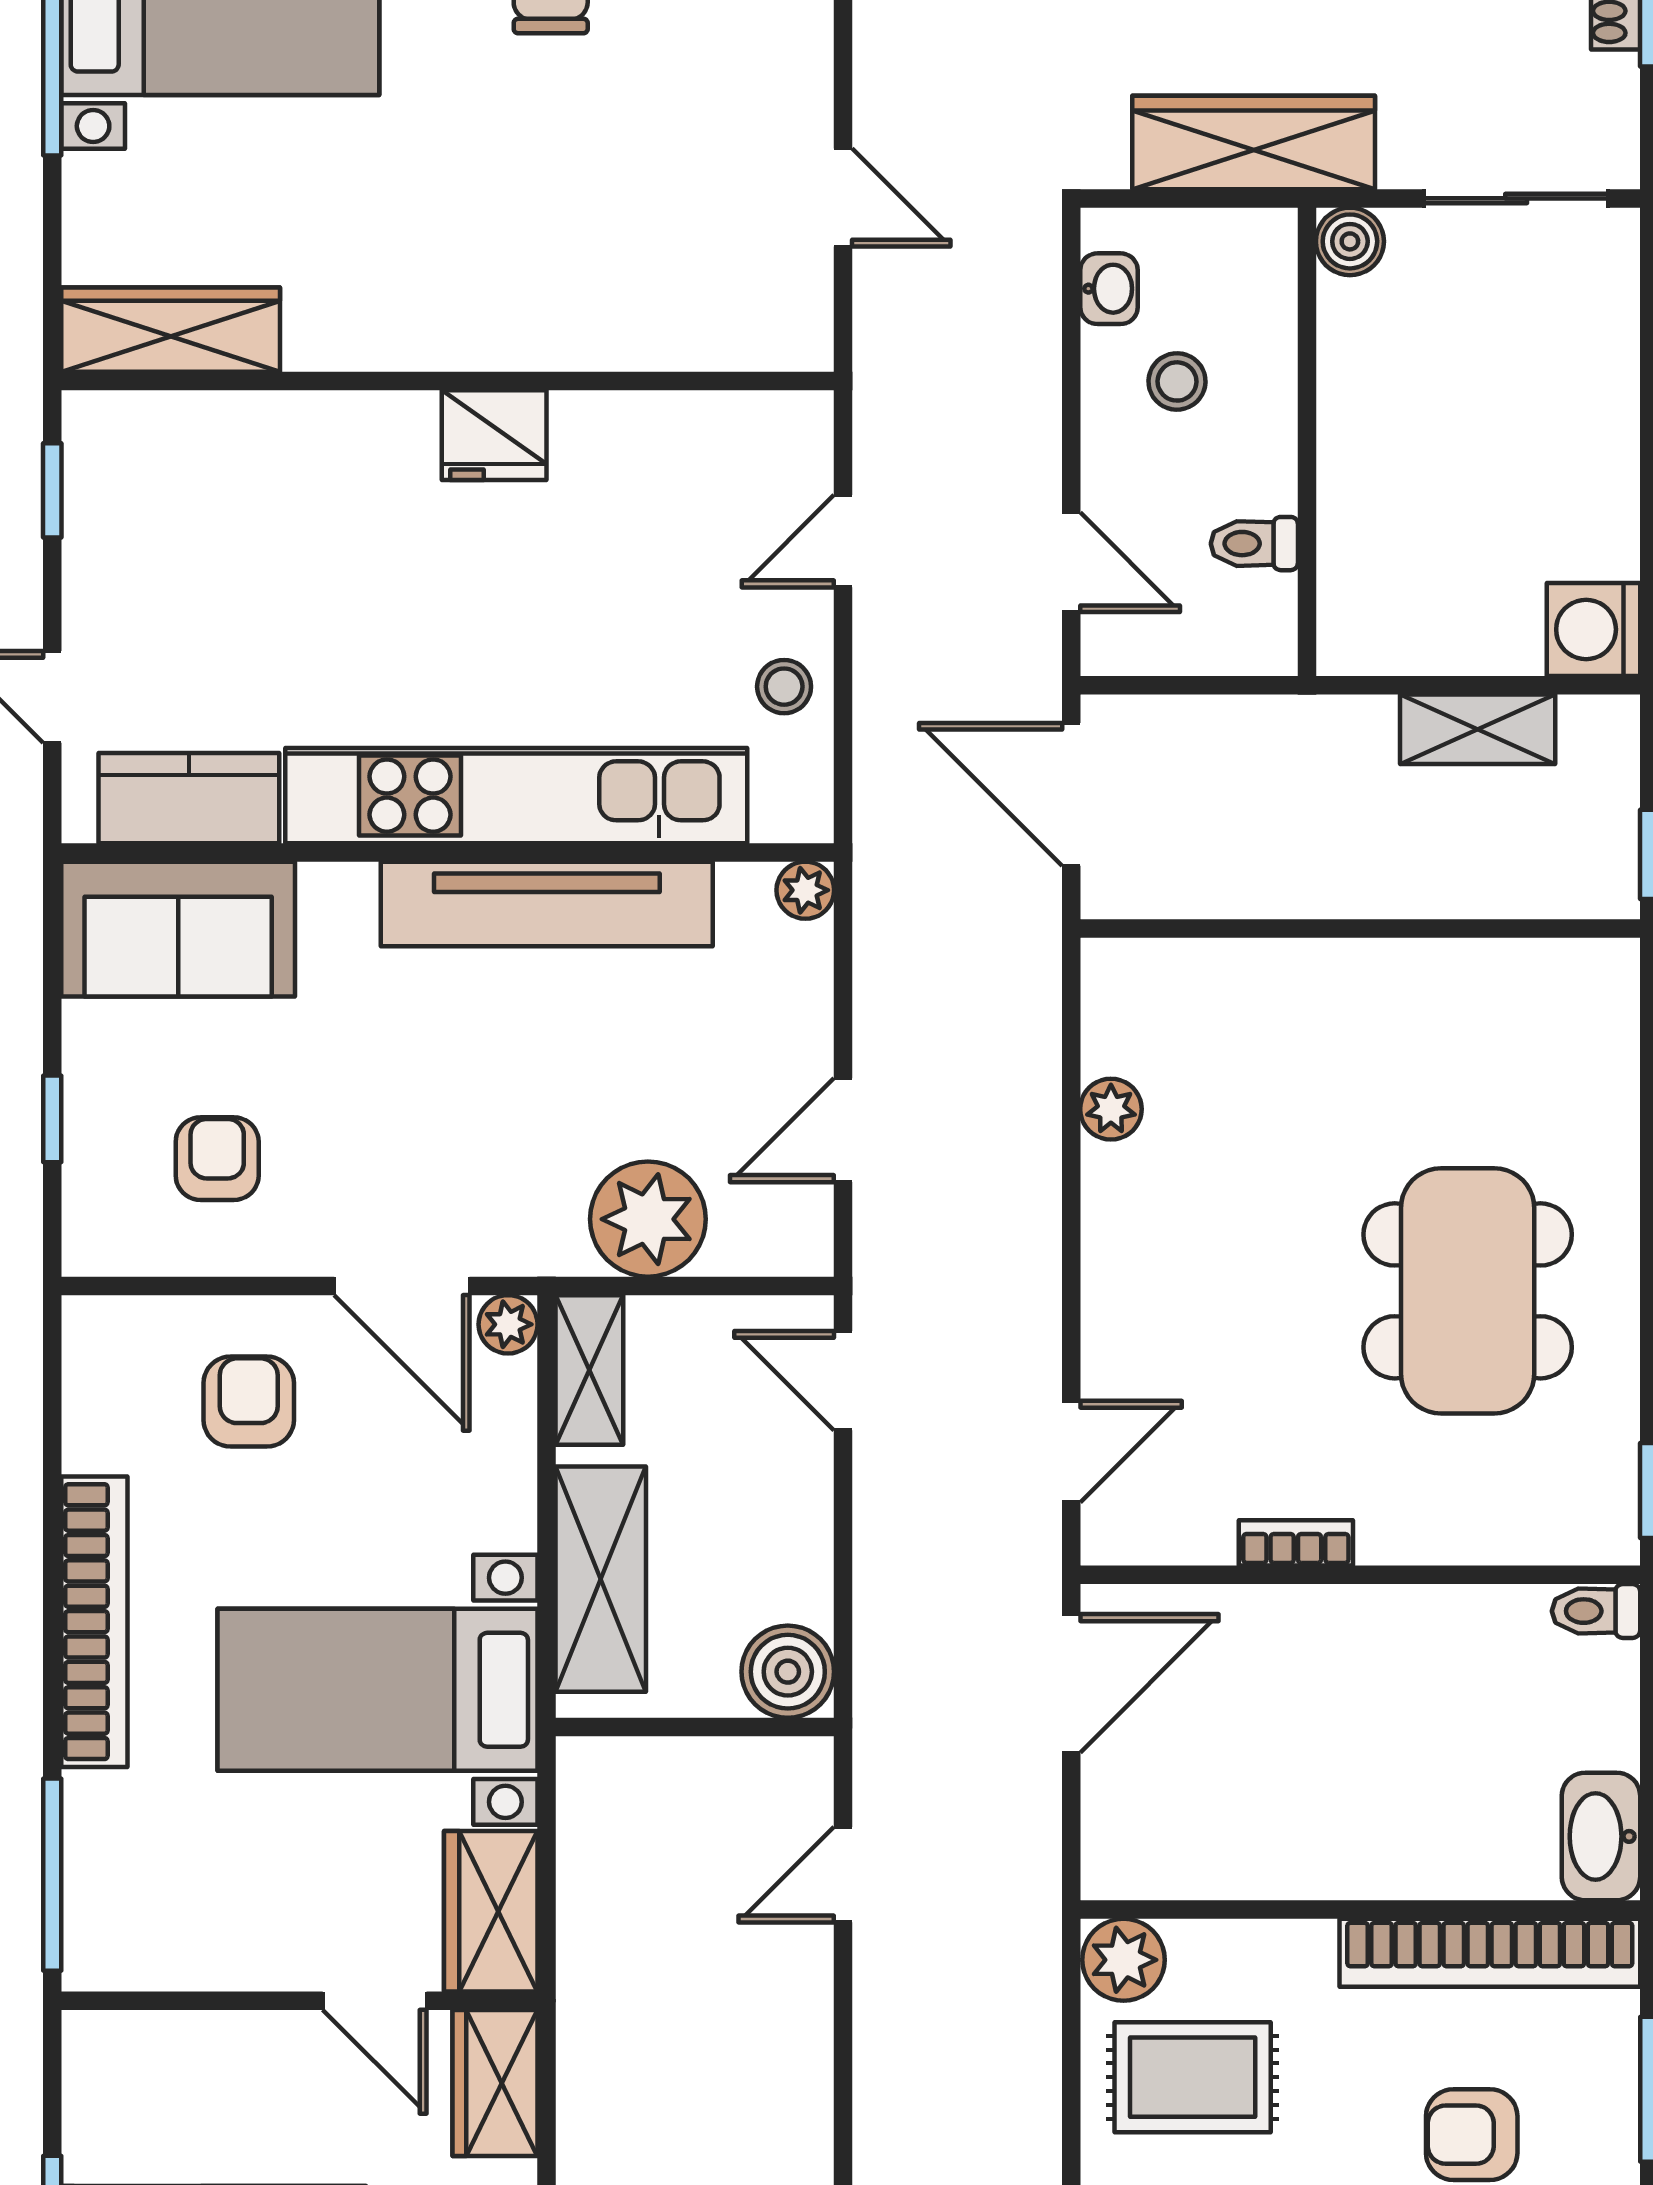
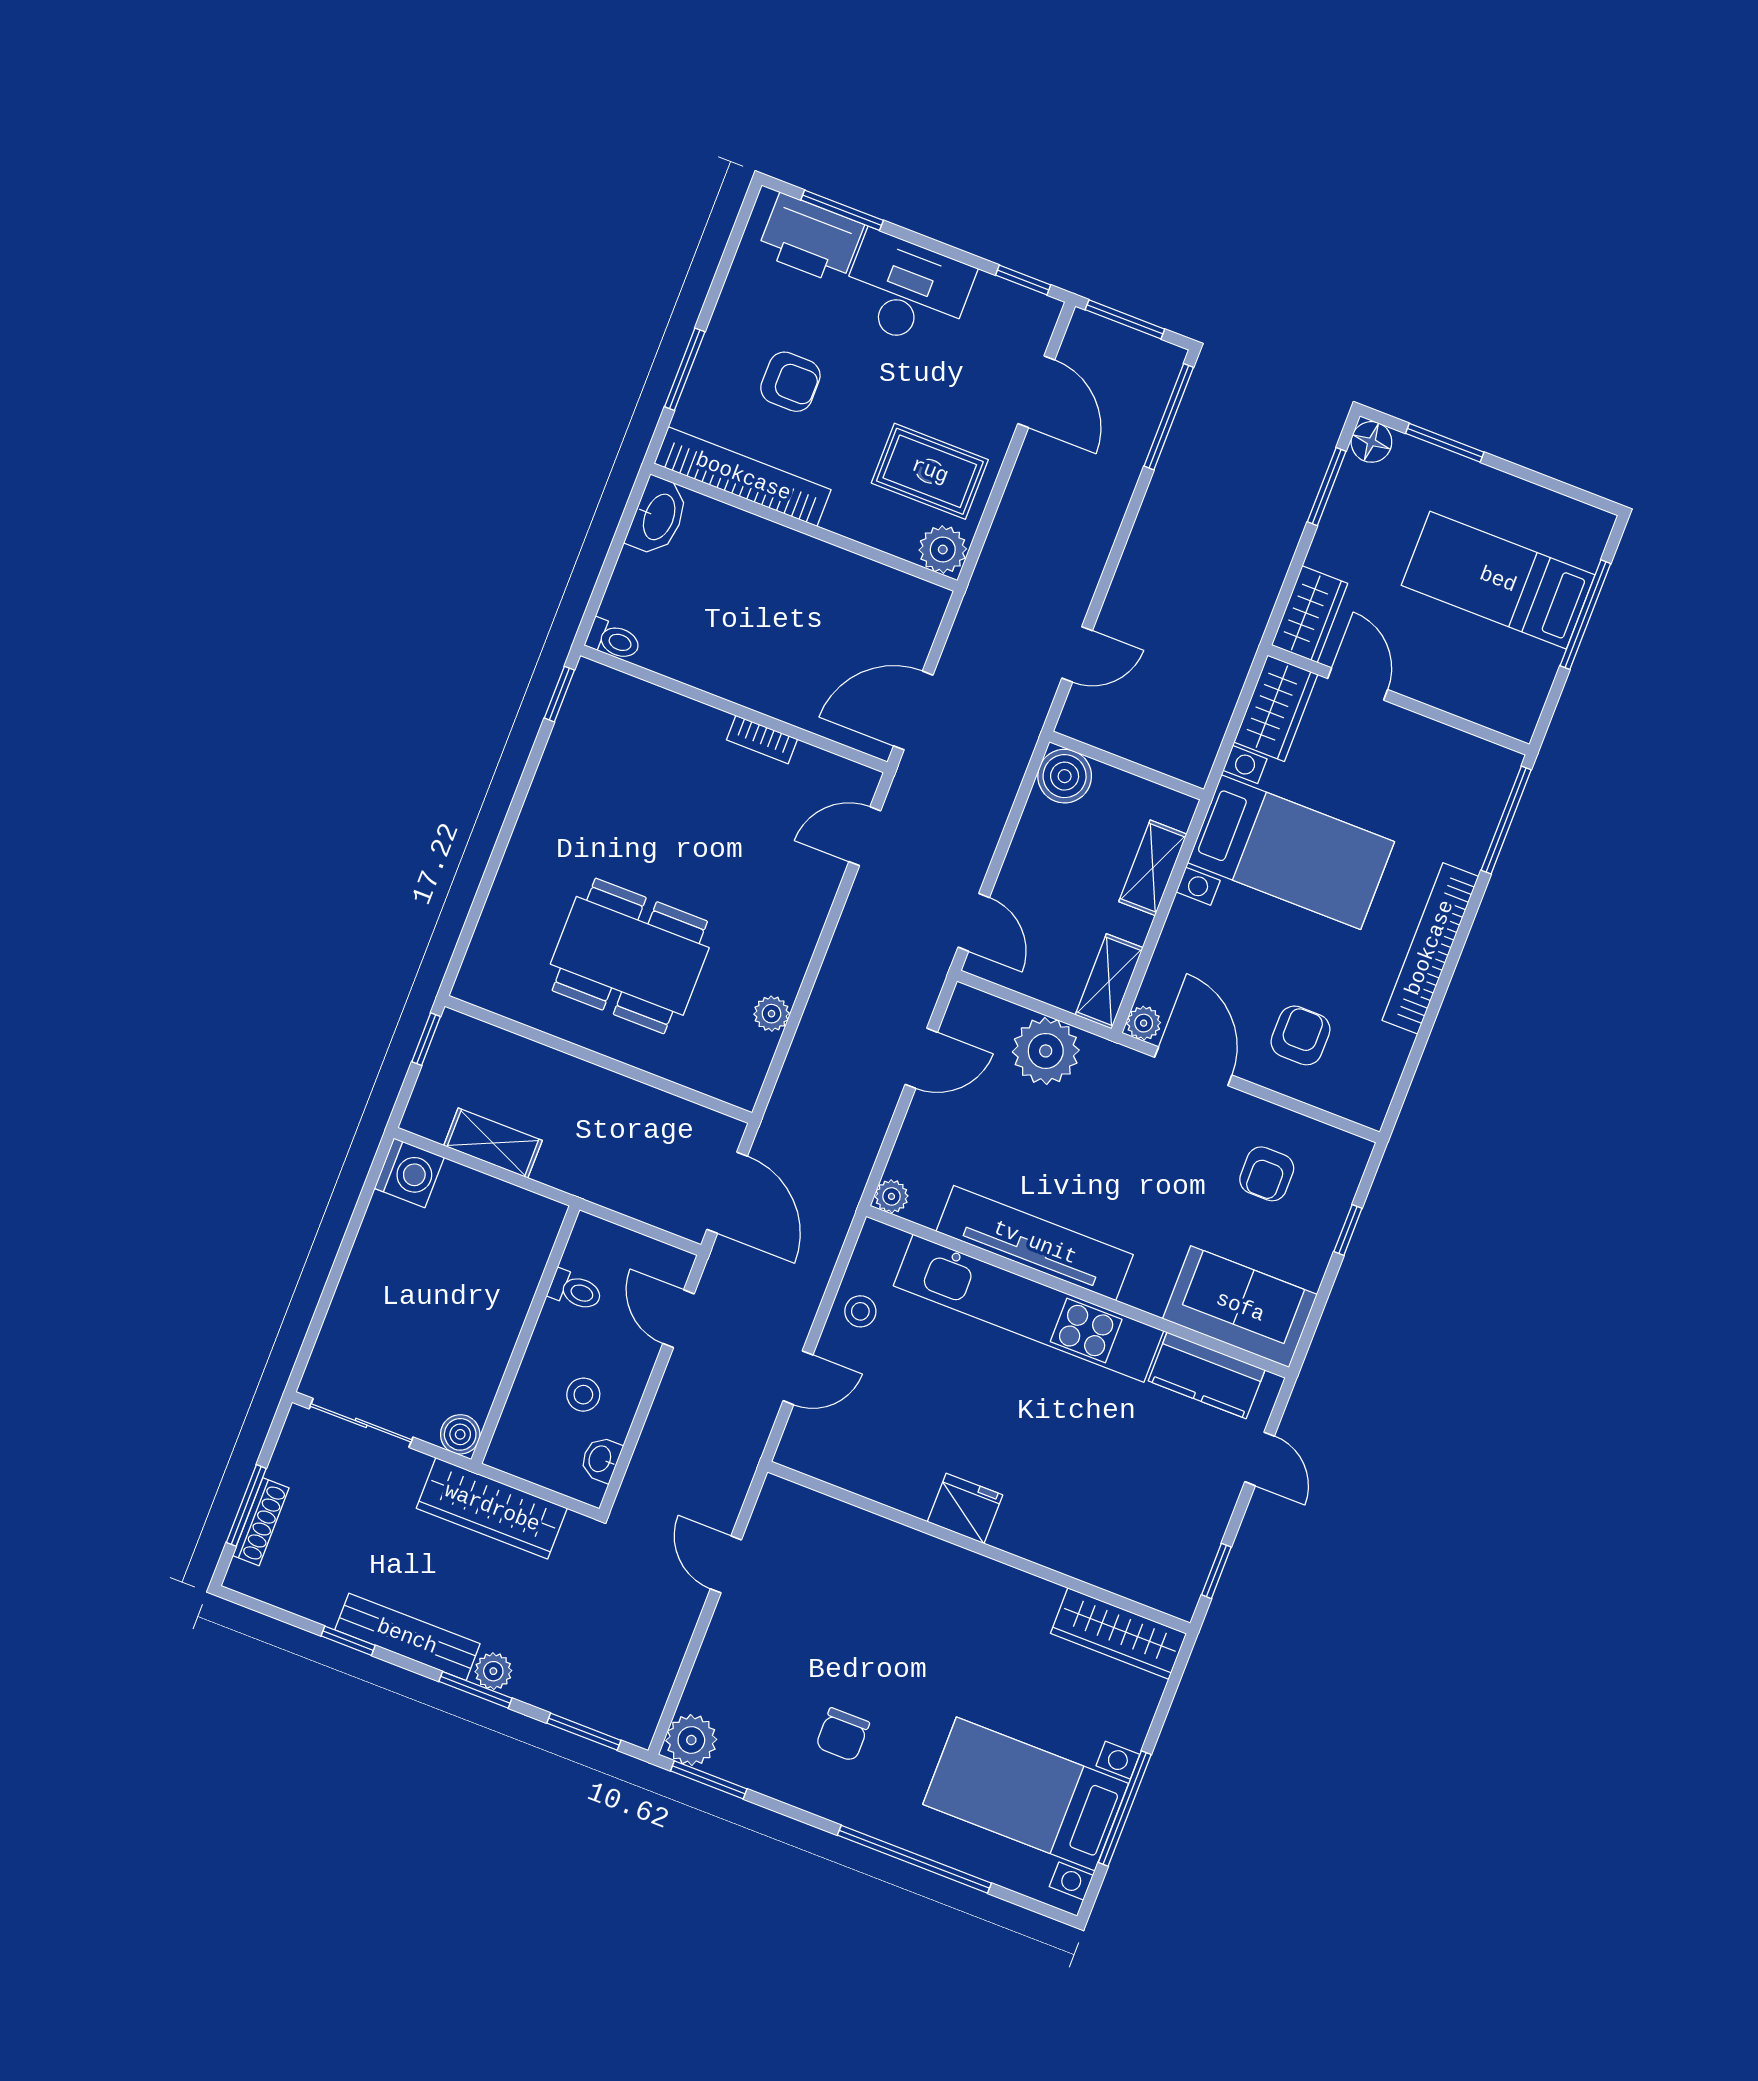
dining table: (1468, 1291) -> (630, 956), moved, turned 90
armchair: (249, 1402) -> (1300, 1035), turned 180
shelving: (601, 1579) -> (1153, 868), width x0.67, depth x0.75

